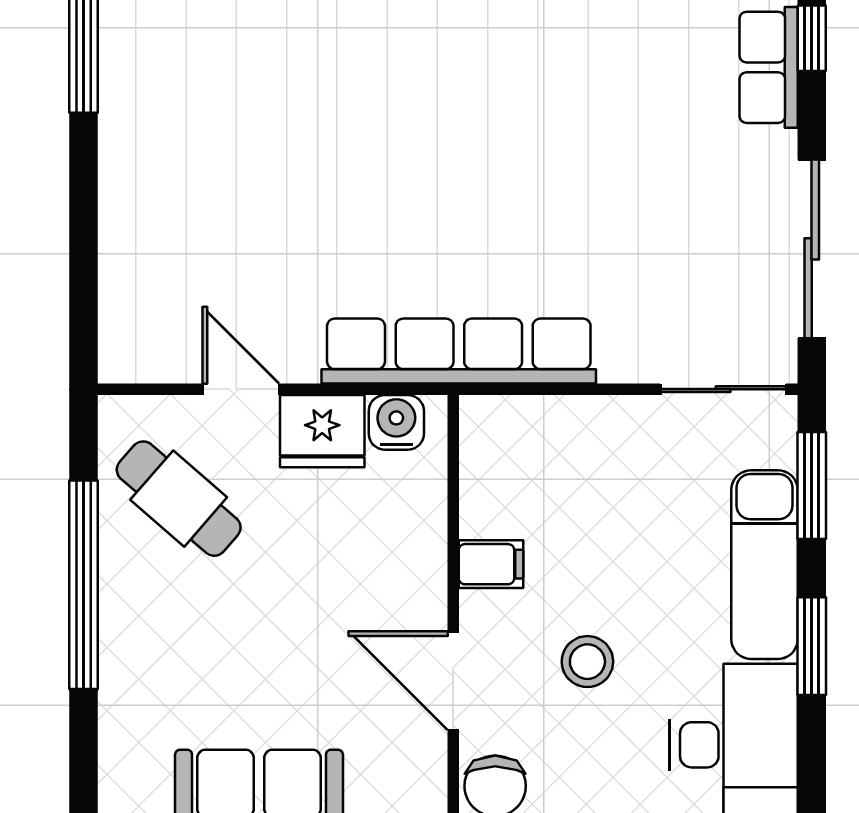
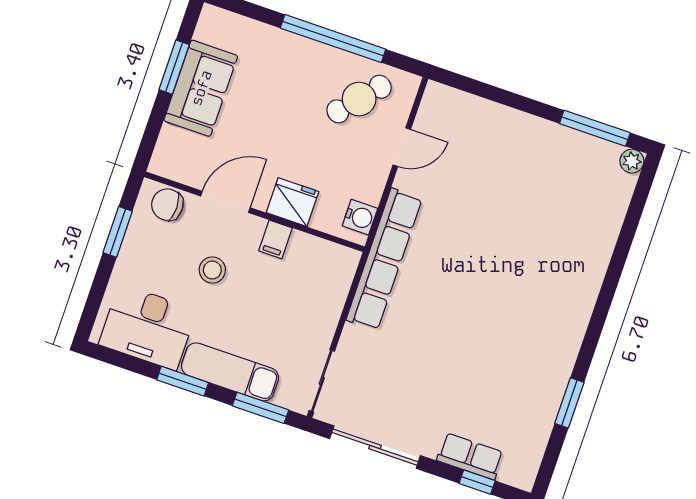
fridge: (322, 431) -> (292, 202), moved, turned 90

